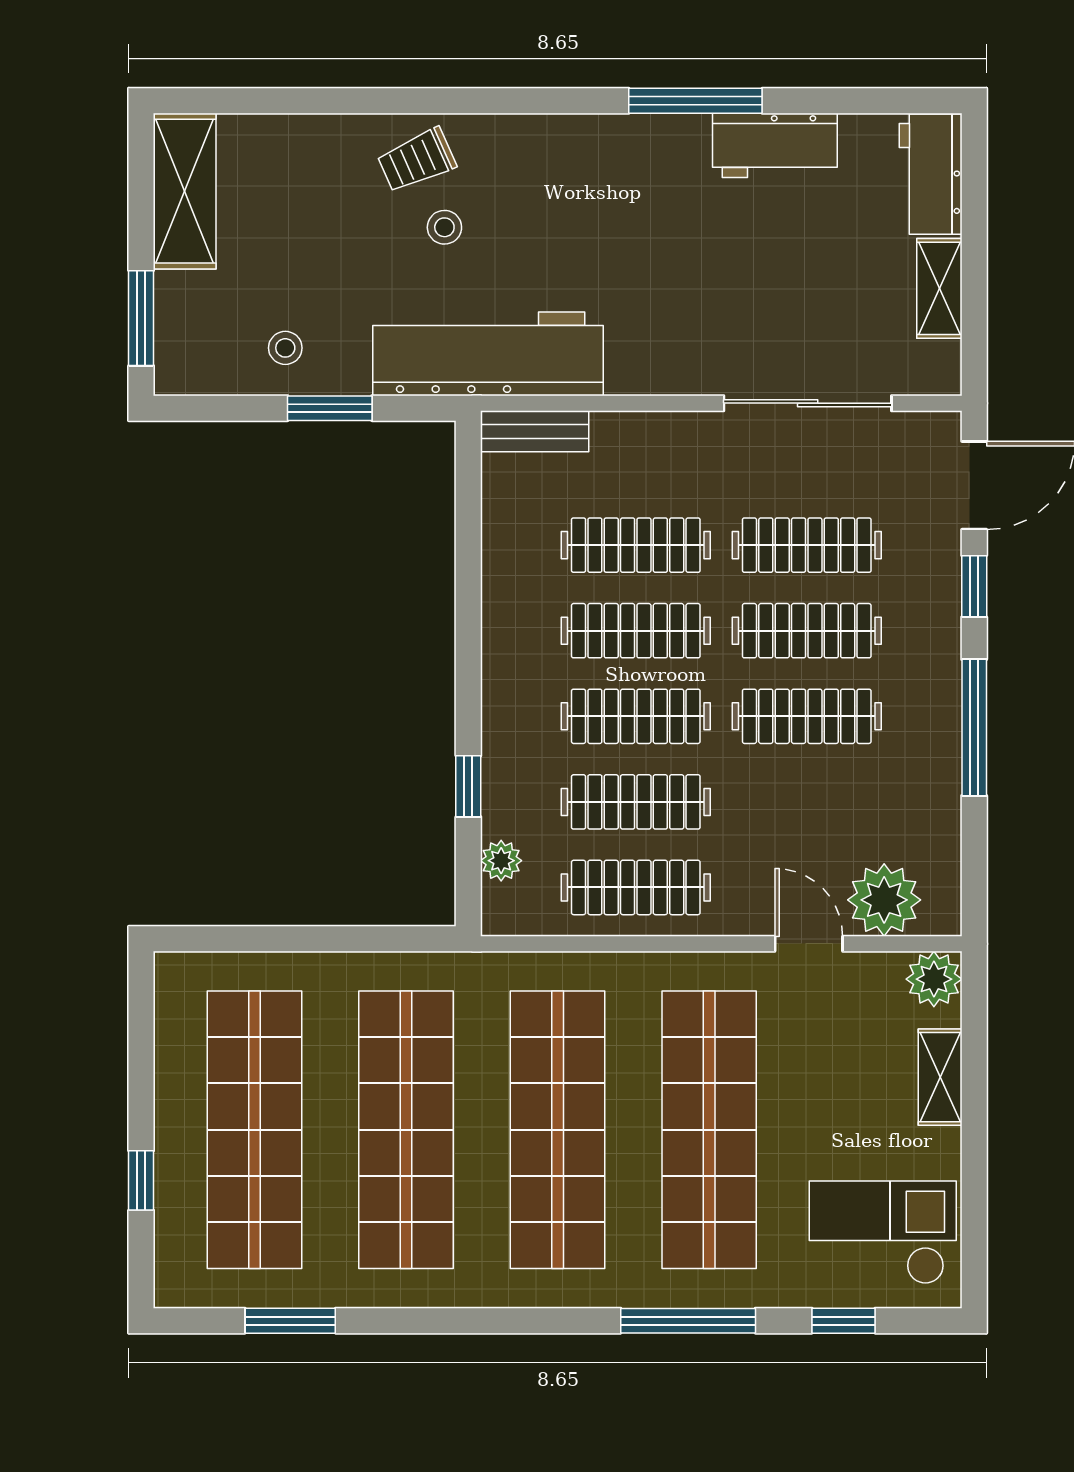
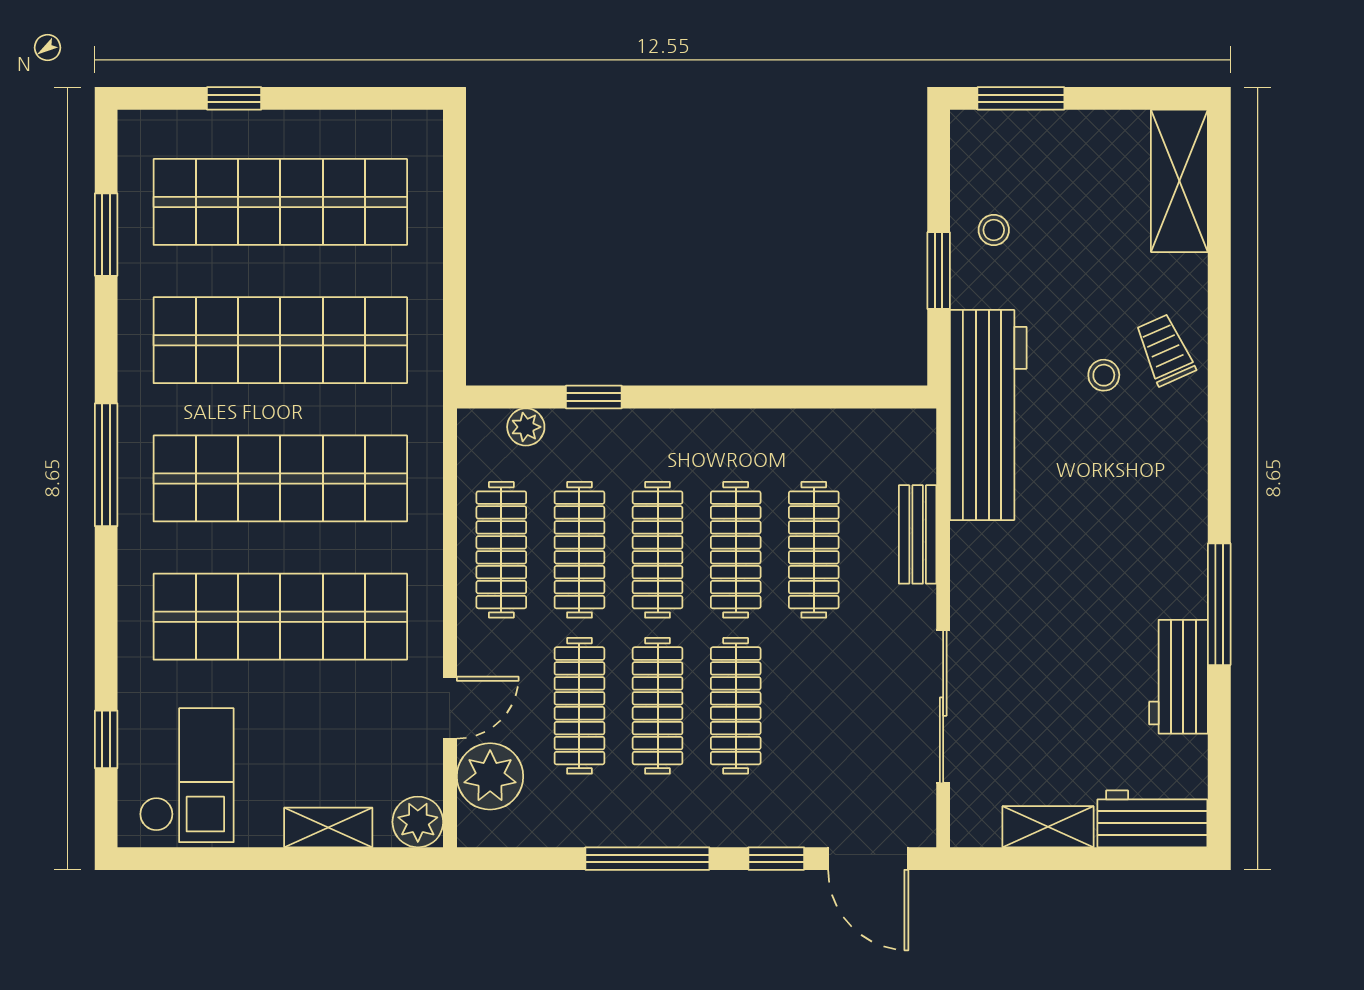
shelving: (185, 191) -> (1179, 181), moved, turned 90
bench: (535, 431) -> (918, 534), moved
clothes rail: (807, 545) -> (579, 706), moved
window: (688, 1321) -> (106, 465), moved

